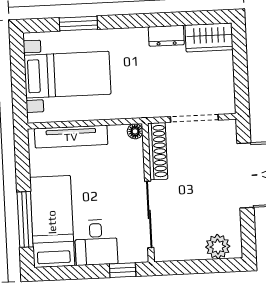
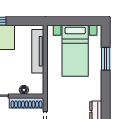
floor lamp: (135, 131) -> (24, 90), moved

